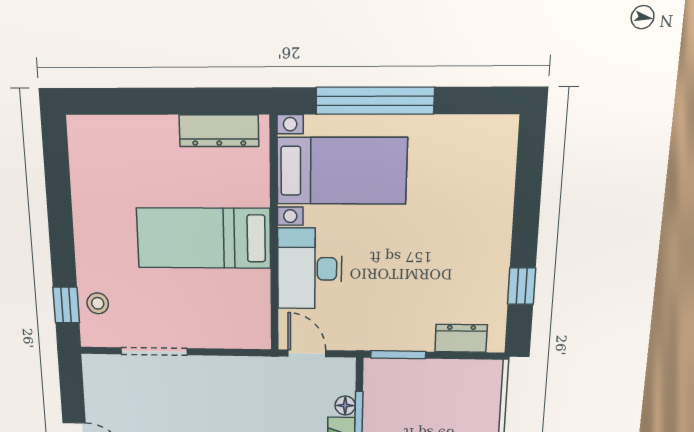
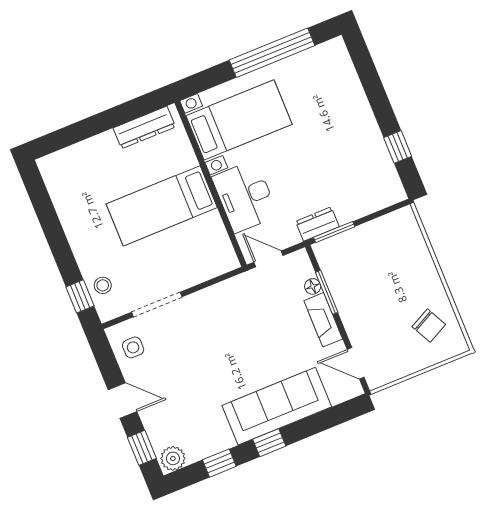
window: (375, 101) -> (272, 53), moved
dresser: (461, 338) -> (317, 224), moved
side table: (108, 388) -> (133, 347), added

